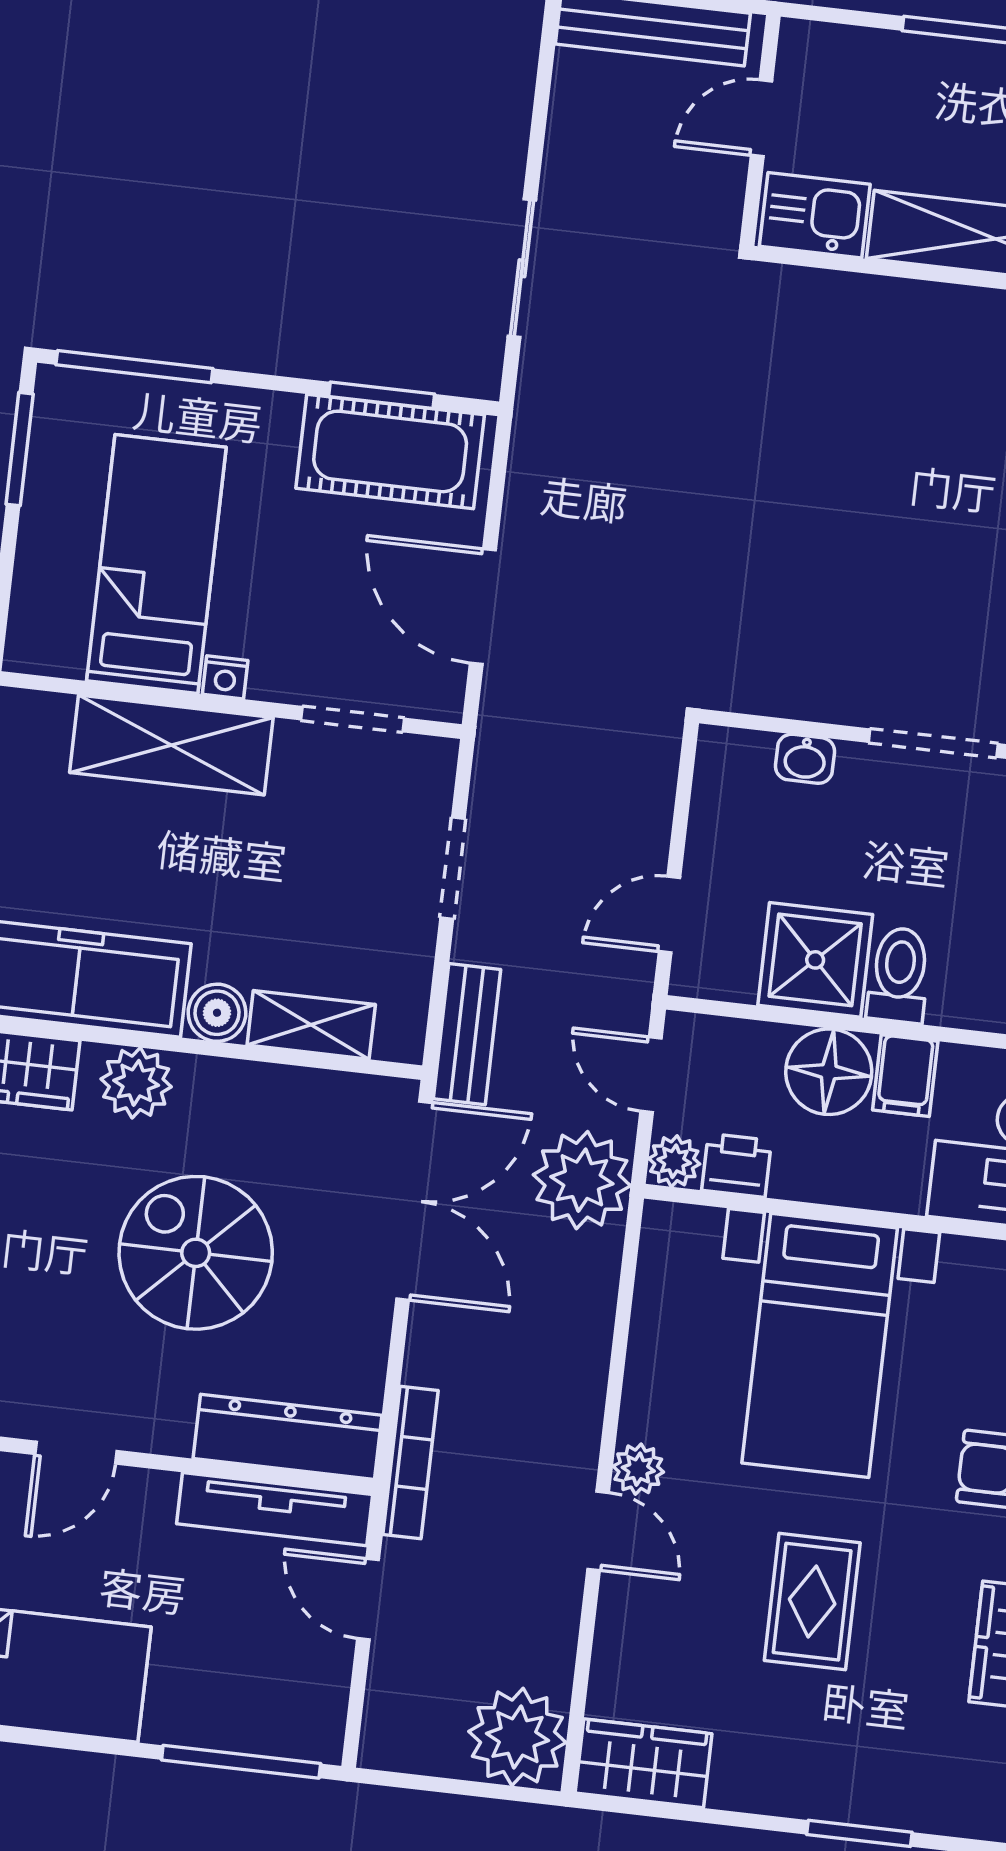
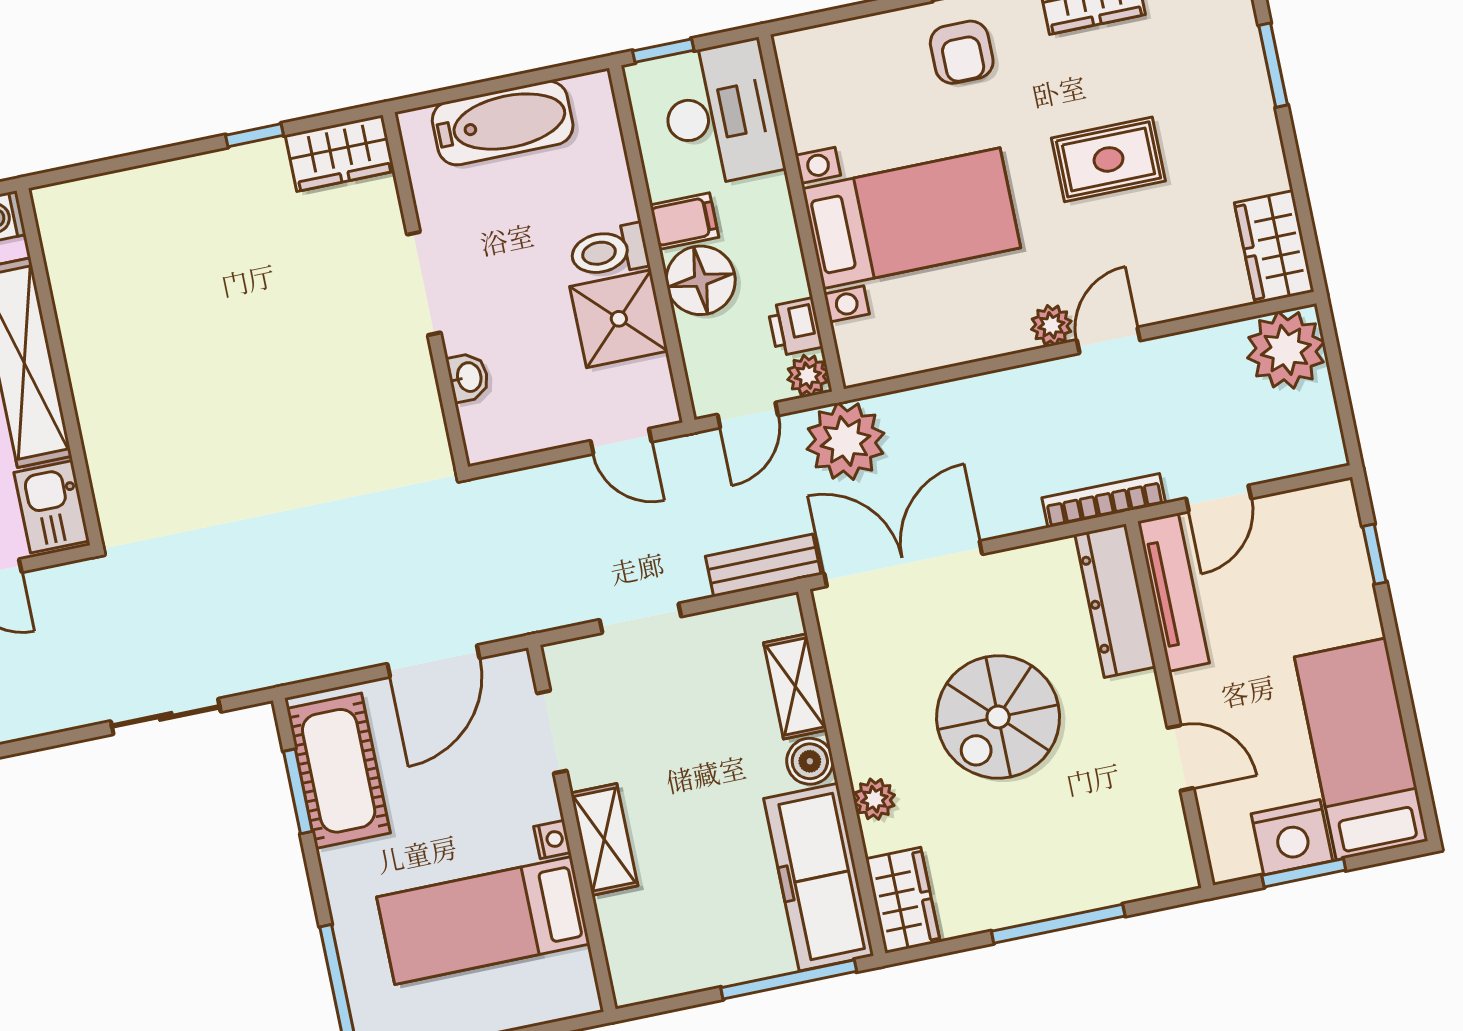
shelving: (171, 745) -> (604, 839), width x0.67, depth x0.75
plant: (136, 1083) -> (874, 799), width x0.73, depth x0.73
window: (241, 1762) -> (1374, 554), width x0.46

